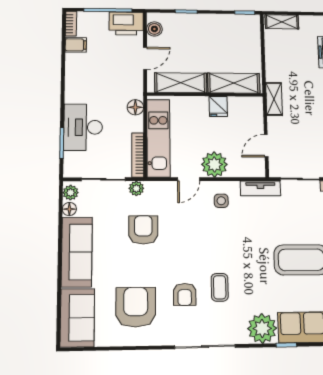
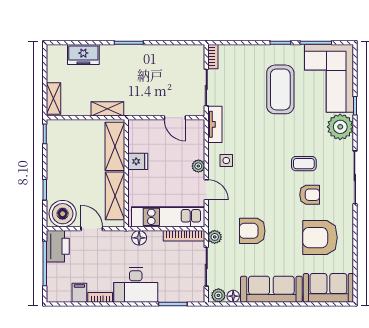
bookcase: (71, 24) -> (100, 297), moved
boiler: (154, 29) -> (63, 214), width x1.86, depth x1.86
shelving: (274, 99) -> (107, 109), moved
desk: (83, 127) -> (136, 285), moved
plant: (214, 164) -> (198, 166), width x0.53, depth x0.53

